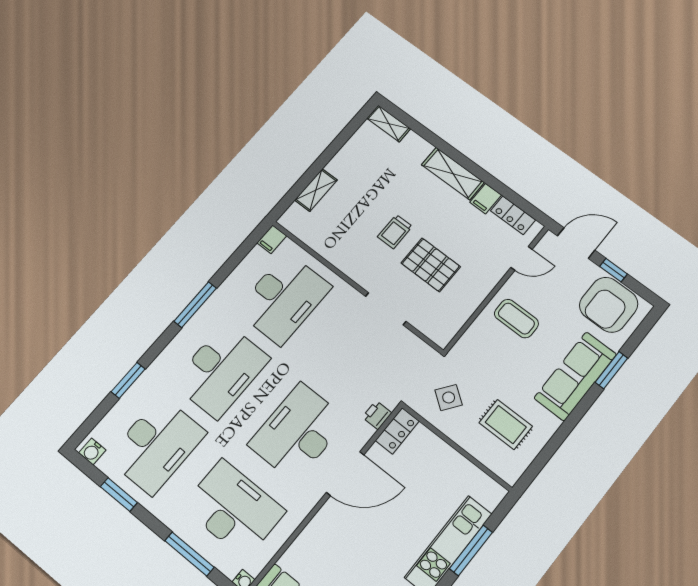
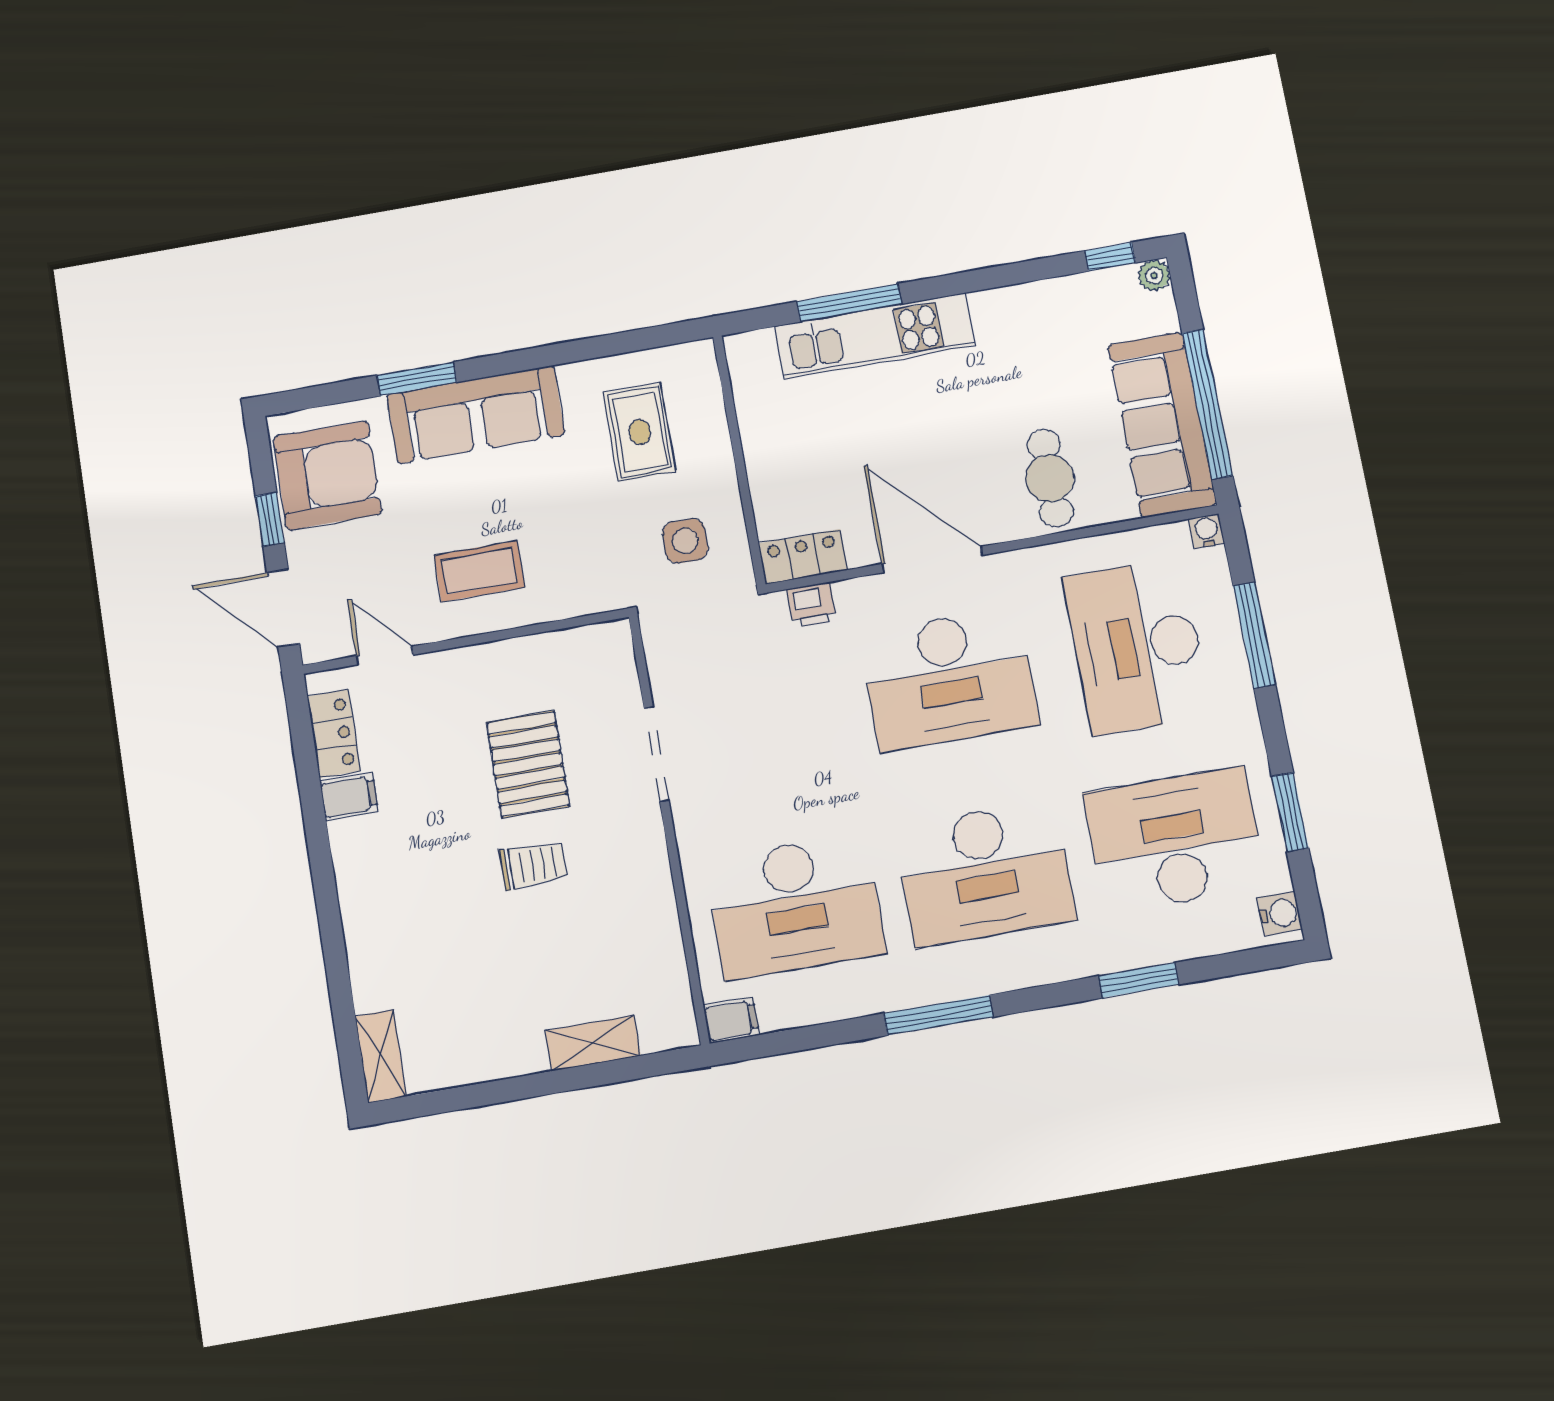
shelving: (453, 174) -> (360, 882), removed
desk: (284, 298) -> (795, 906), turned 180
coffee table: (516, 319) -> (479, 571), turned 90
desk: (221, 371) -> (985, 873), turned 180
side table: (449, 397) -> (685, 541), turned -36
cafe table: (326, 548) -> (1050, 478), added

